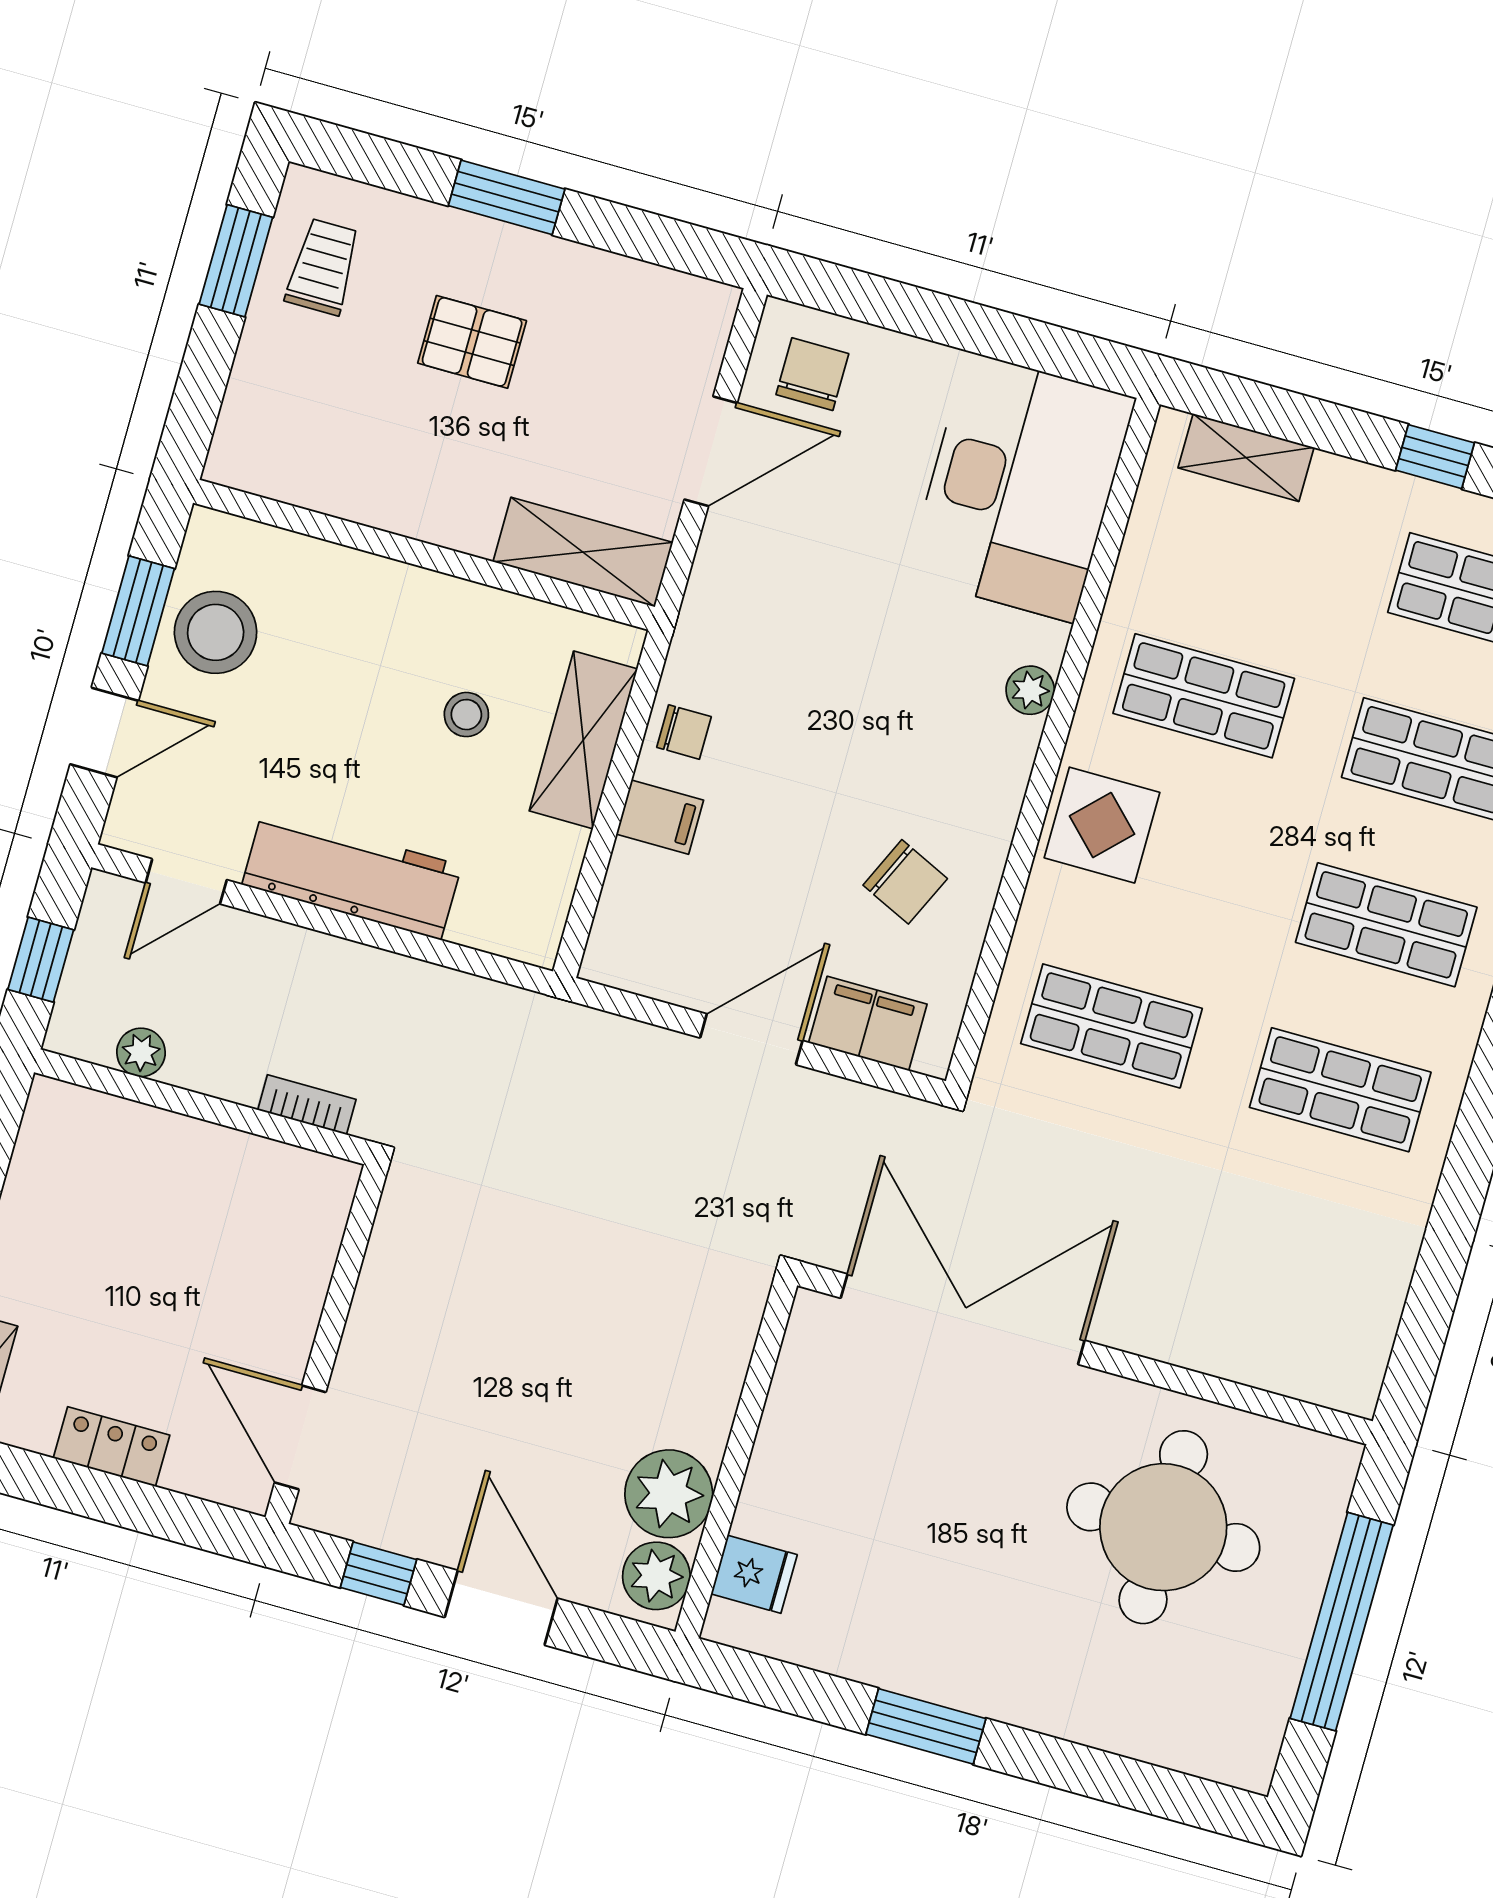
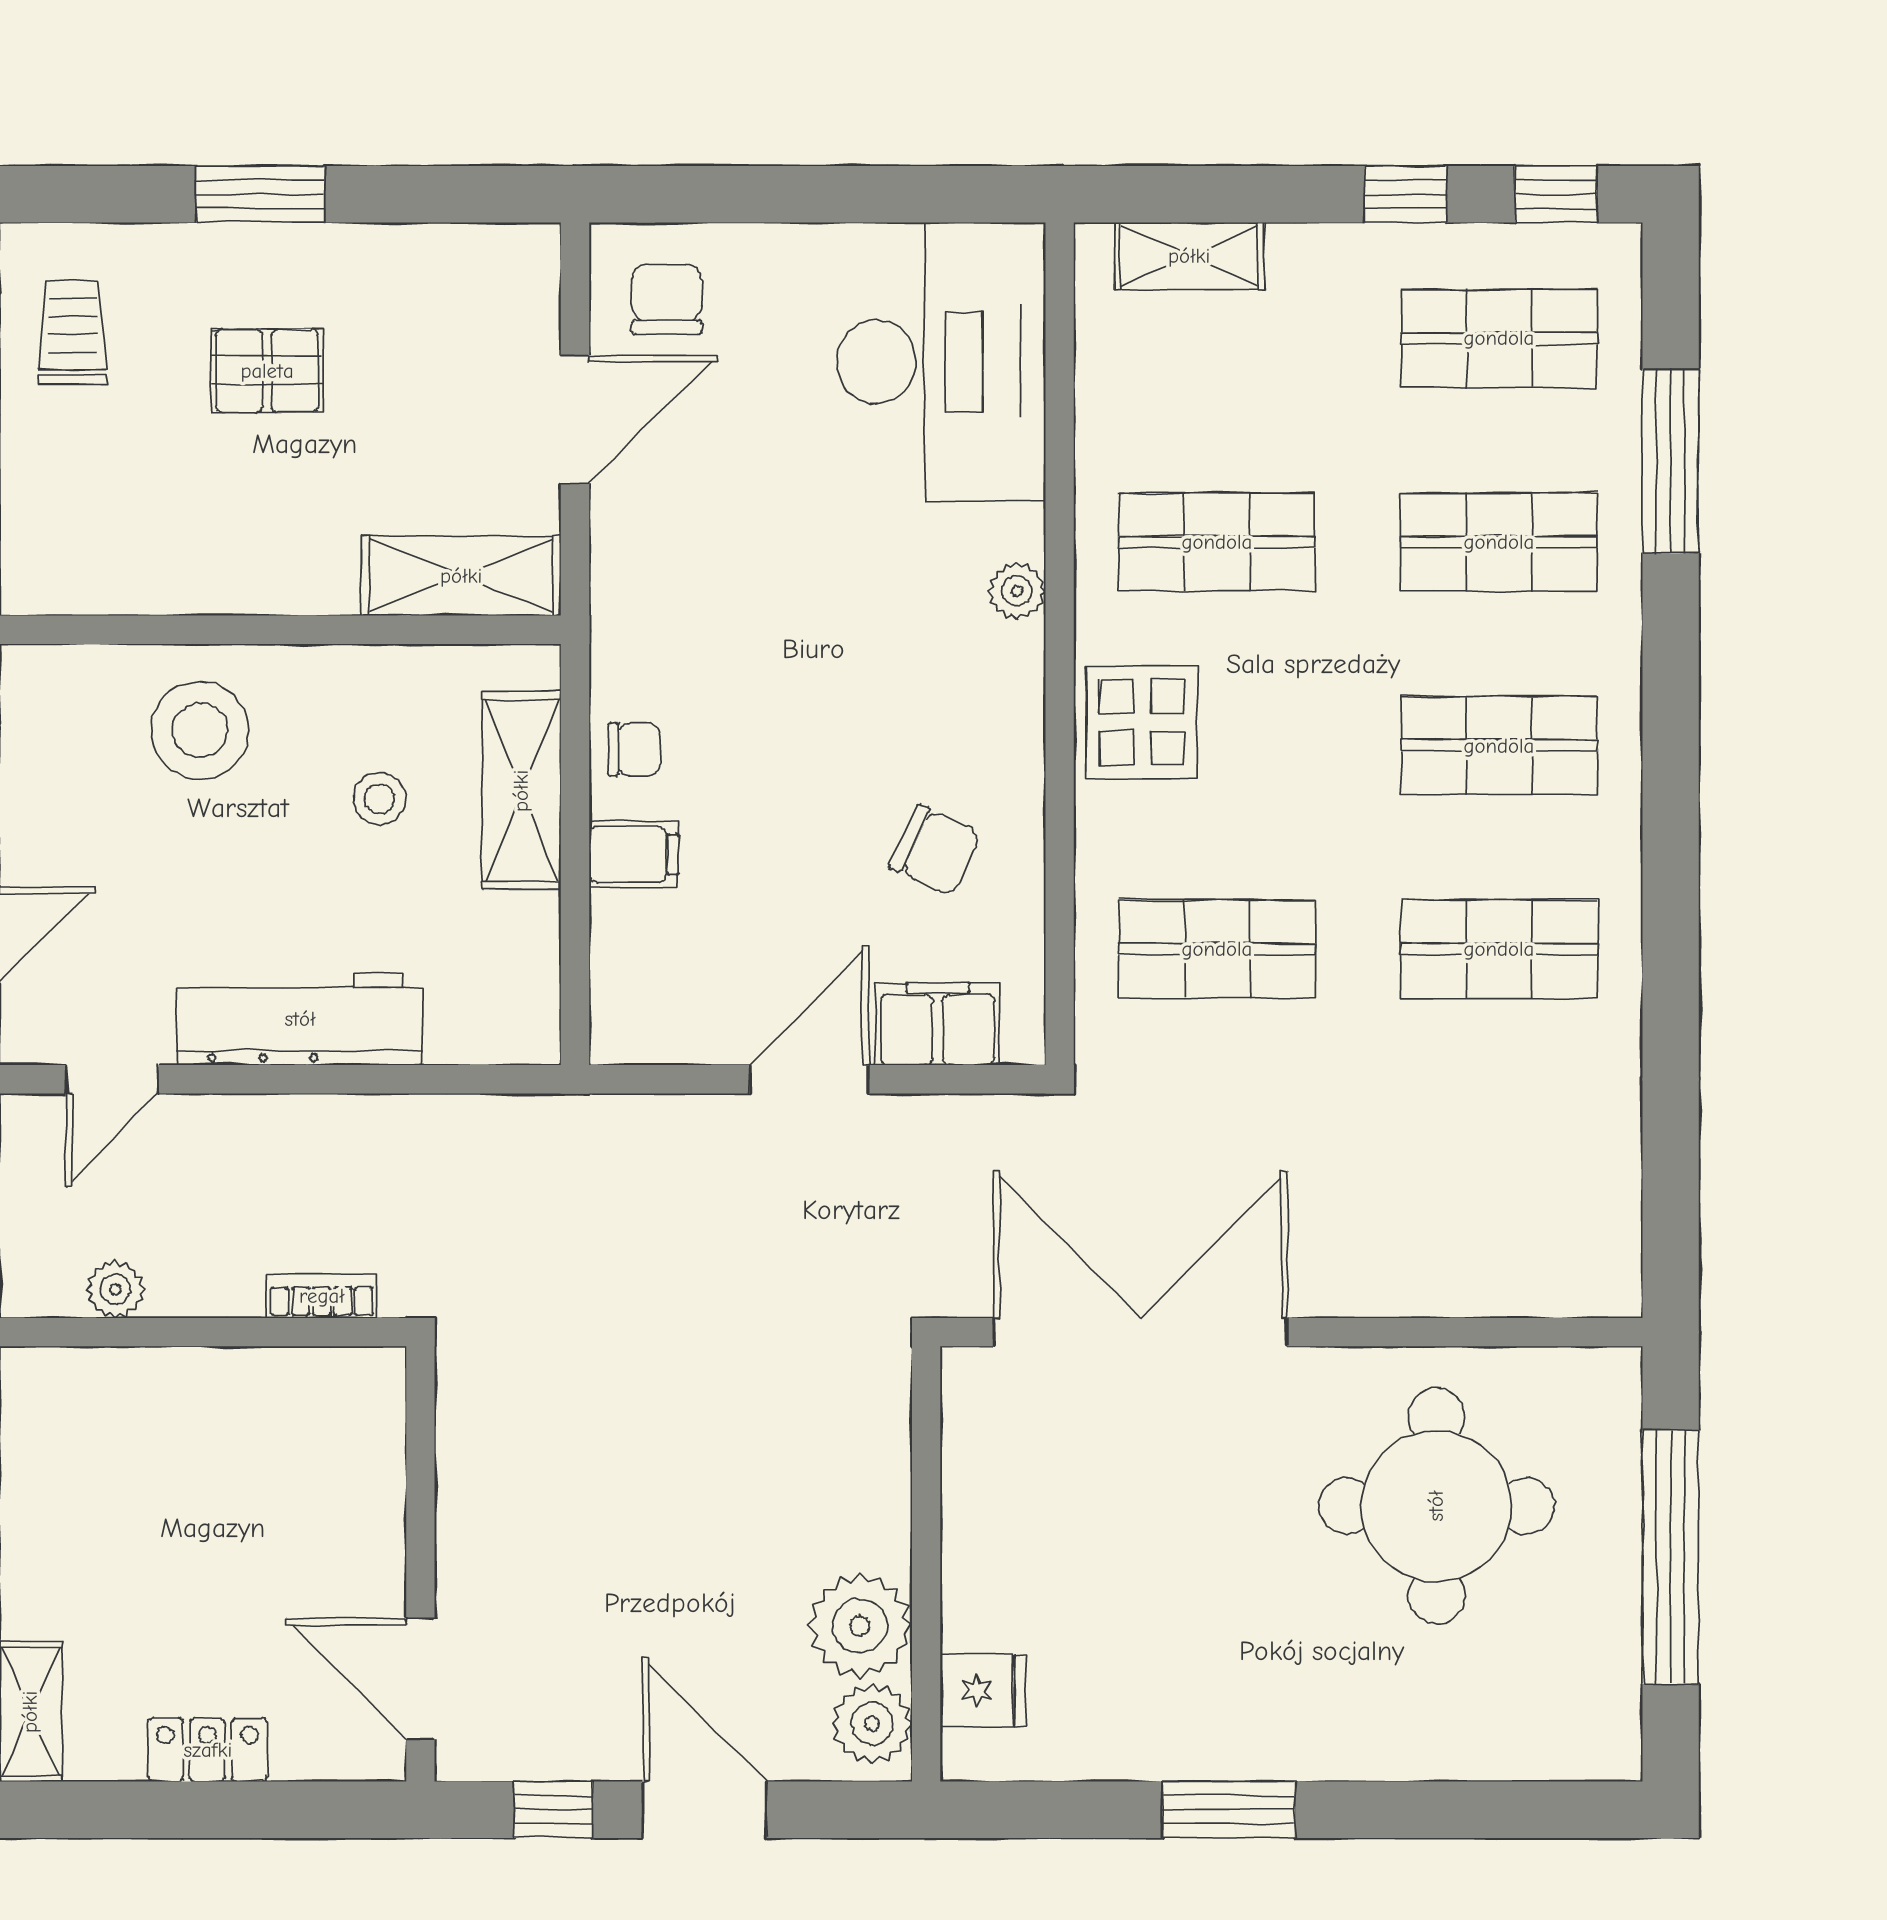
stool: (216, 632) -> (200, 731), moved

